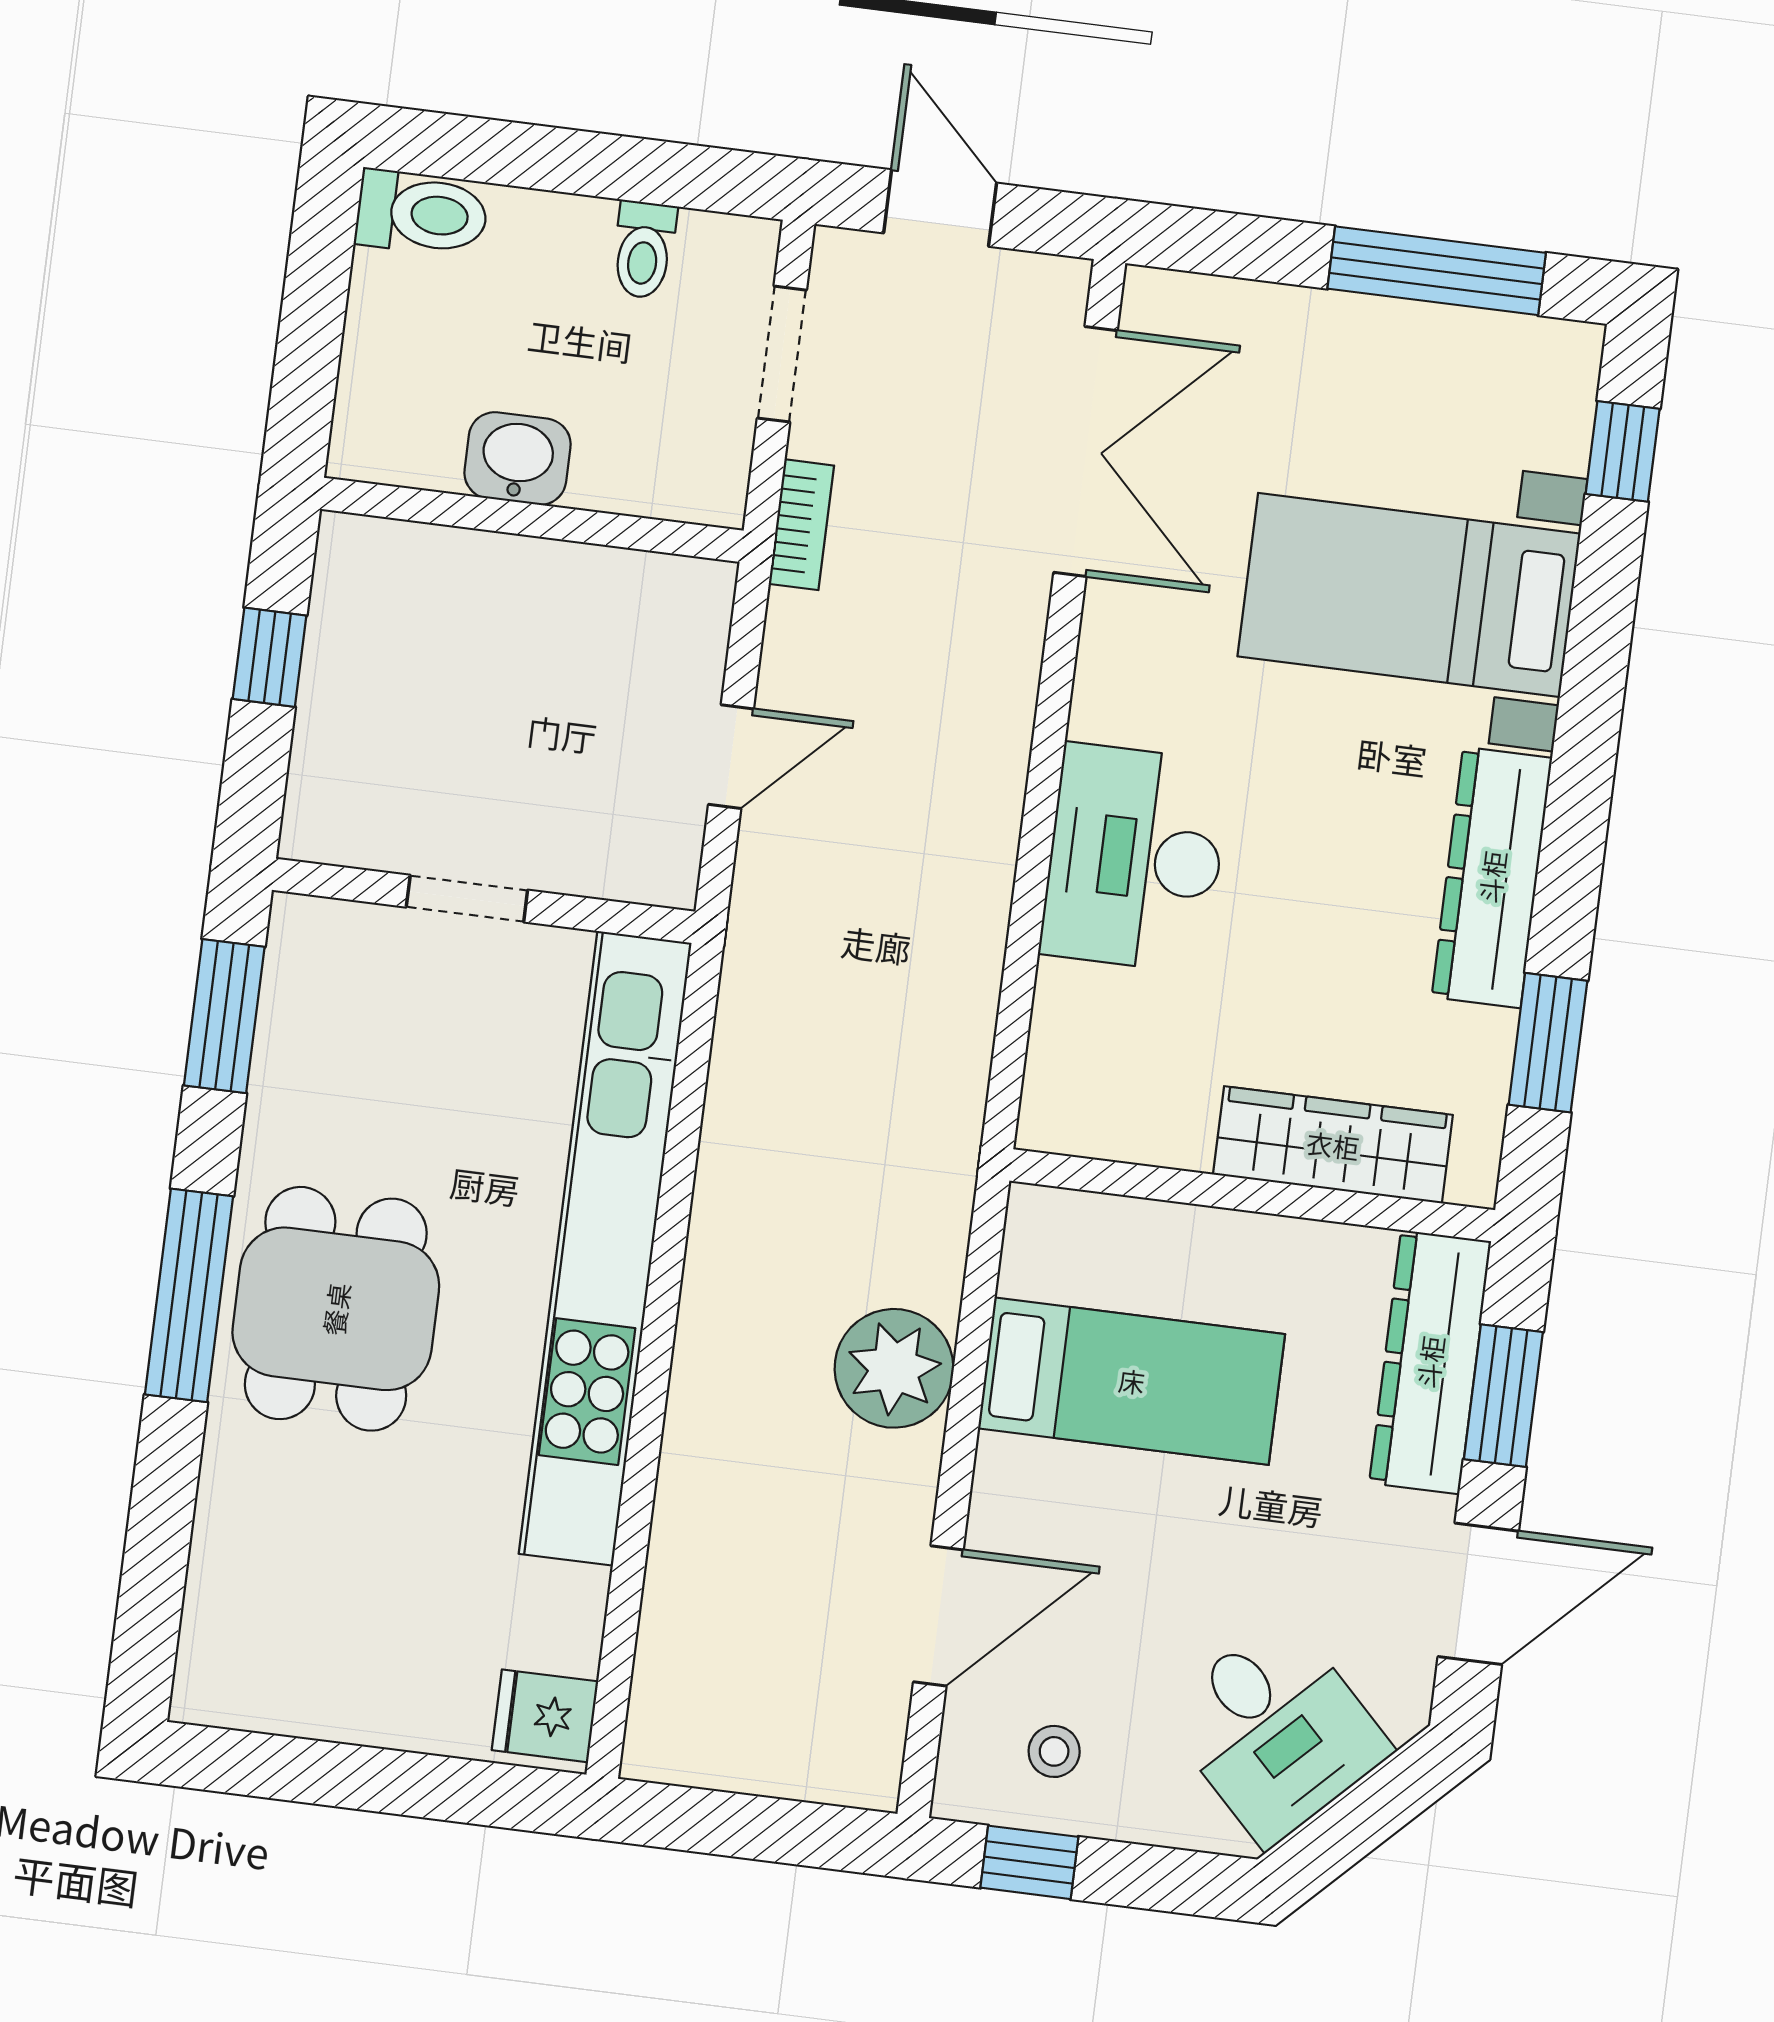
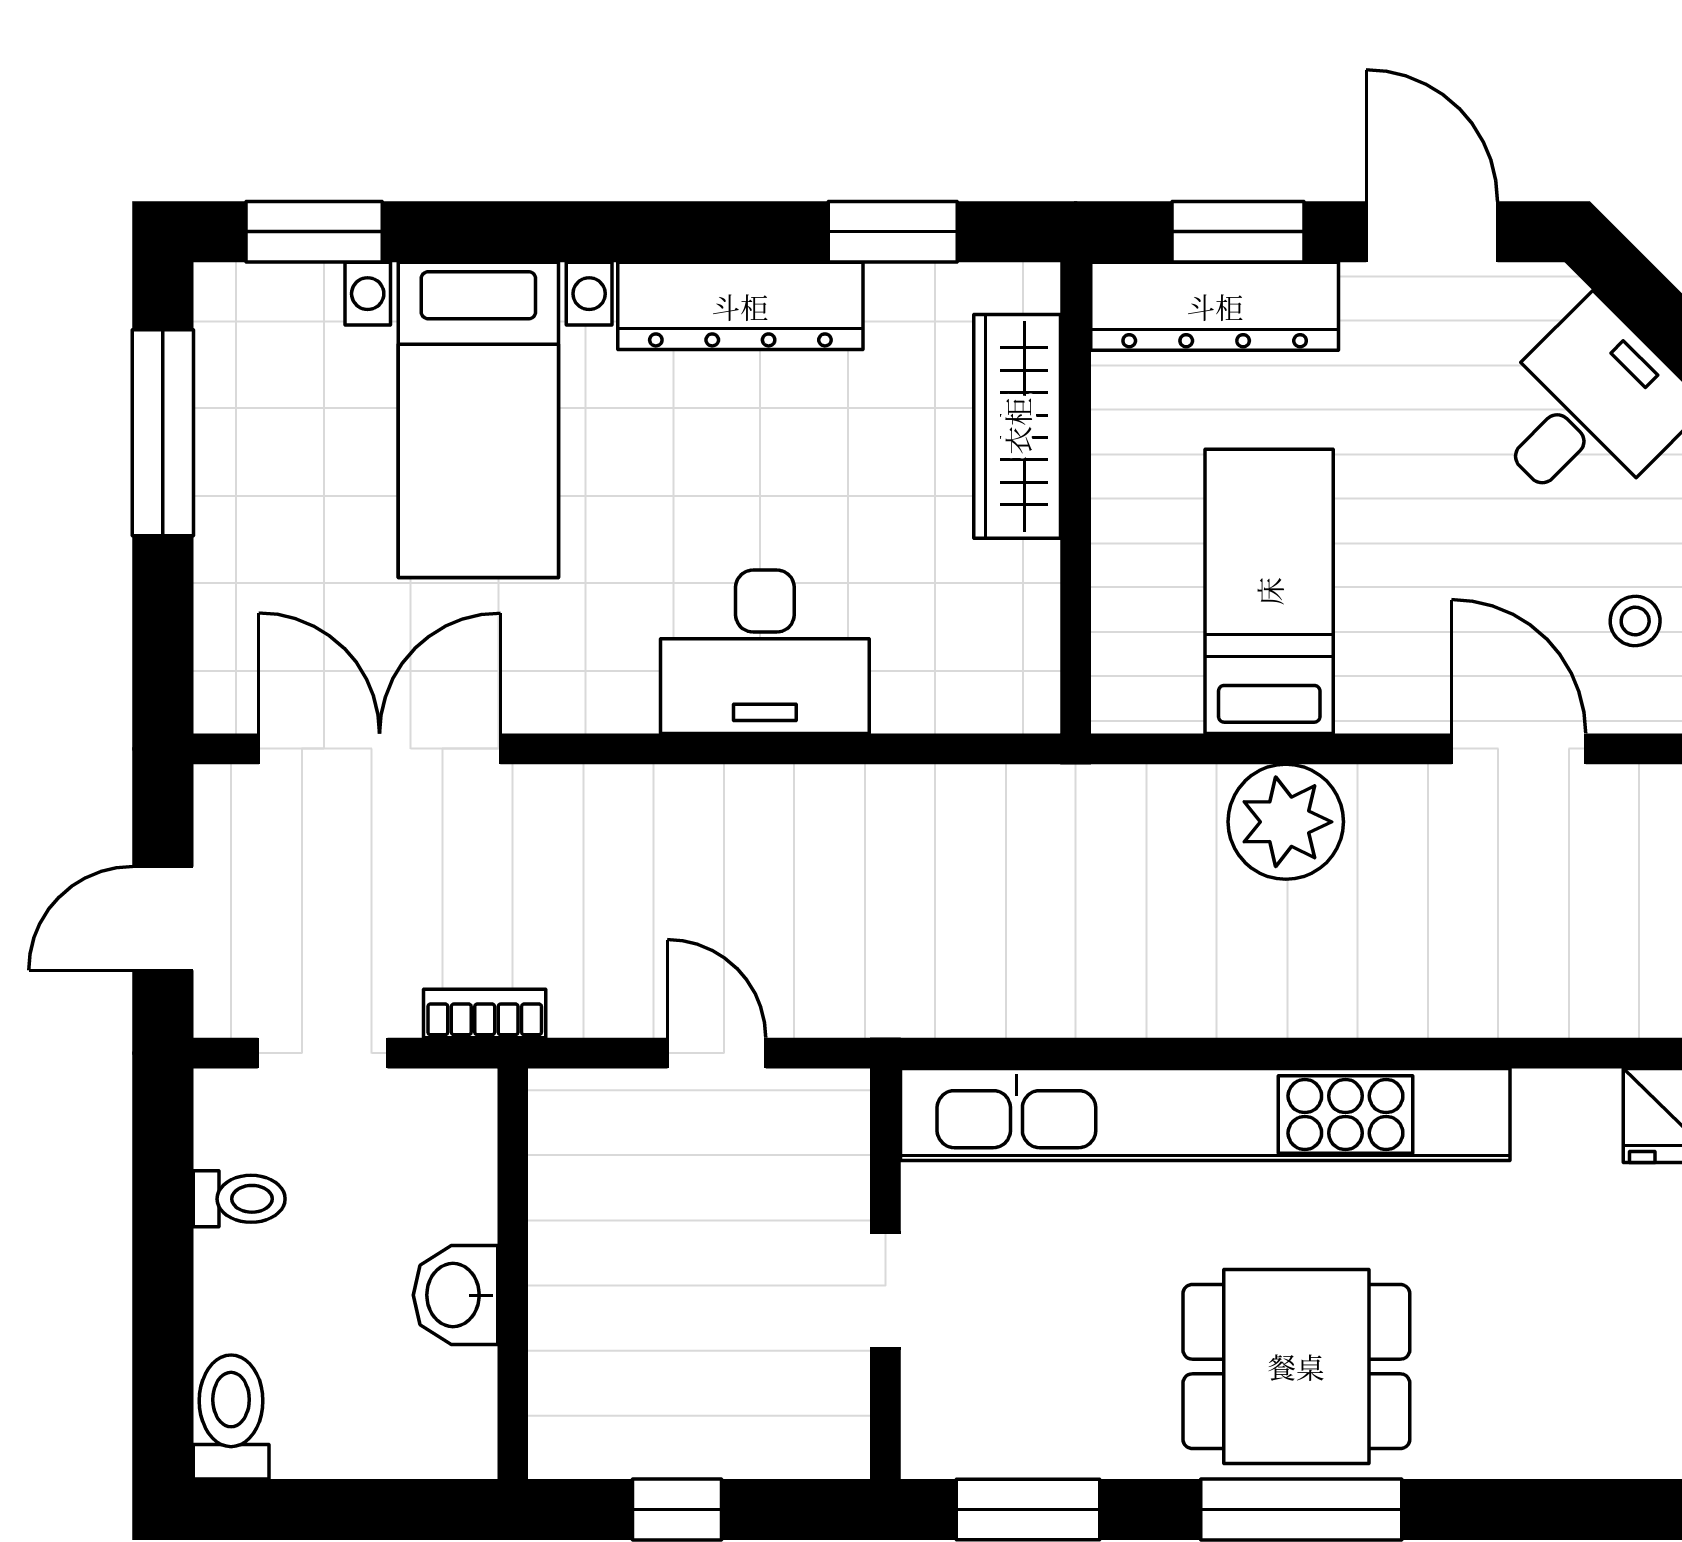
window: (1623, 451) -> (314, 232), width x1.50

